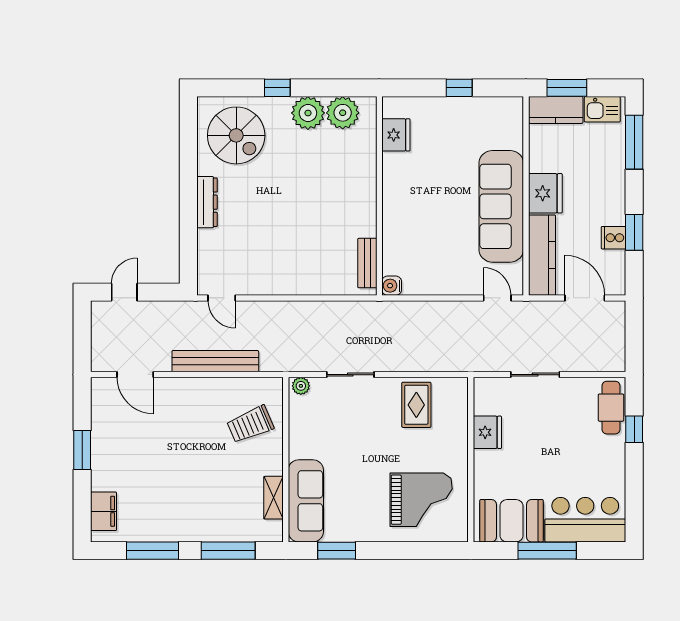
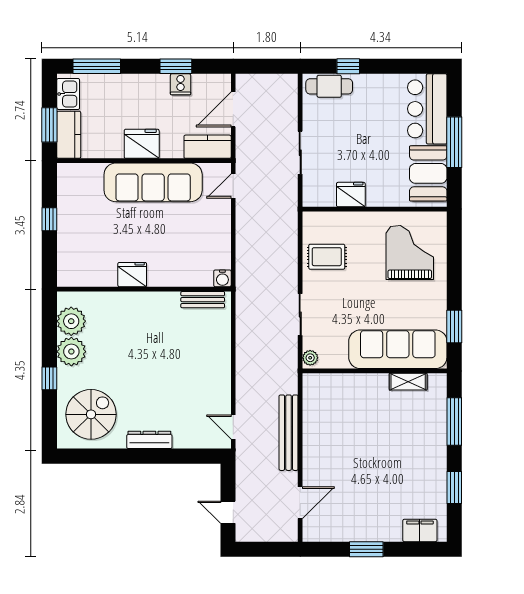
fridge: (396, 135) -> (132, 275), moved
kitchen counter: (542, 255) -> (208, 147), width x0.67
door: (222, 298) -> (233, 427), swing flipped
trolley: (250, 424) -> (344, 402), removed
sofa: (306, 501) -> (398, 349), width x1.36, depth x1.27
window: (153, 551) -> (454, 488), width x0.69

